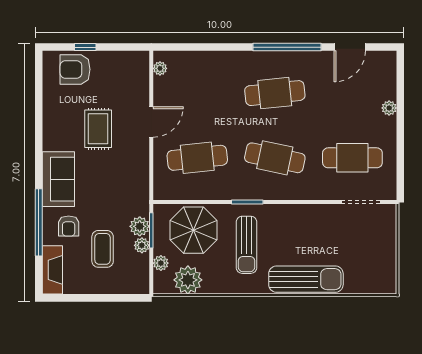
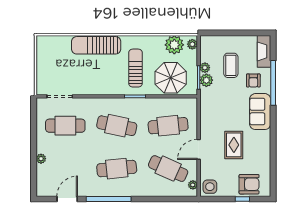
side table: (134, 66) -> (210, 187), added
cafe table: (197, 93) -> (168, 169), added
armchair: (69, 226) -> (253, 80), turned 180
plant: (161, 263) -> (192, 44), moved

